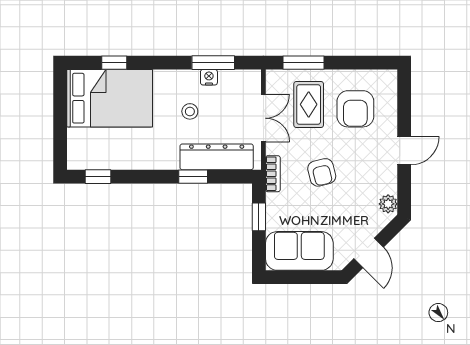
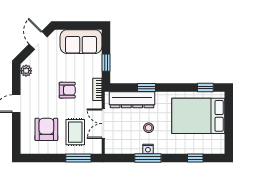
window: (213, 63) -> (148, 158), moved
nightstand: (209, 77) -> (148, 149), moved
bed: (110, 98) -> (198, 116), moved
armchair: (322, 172) -> (67, 90), turned 104

